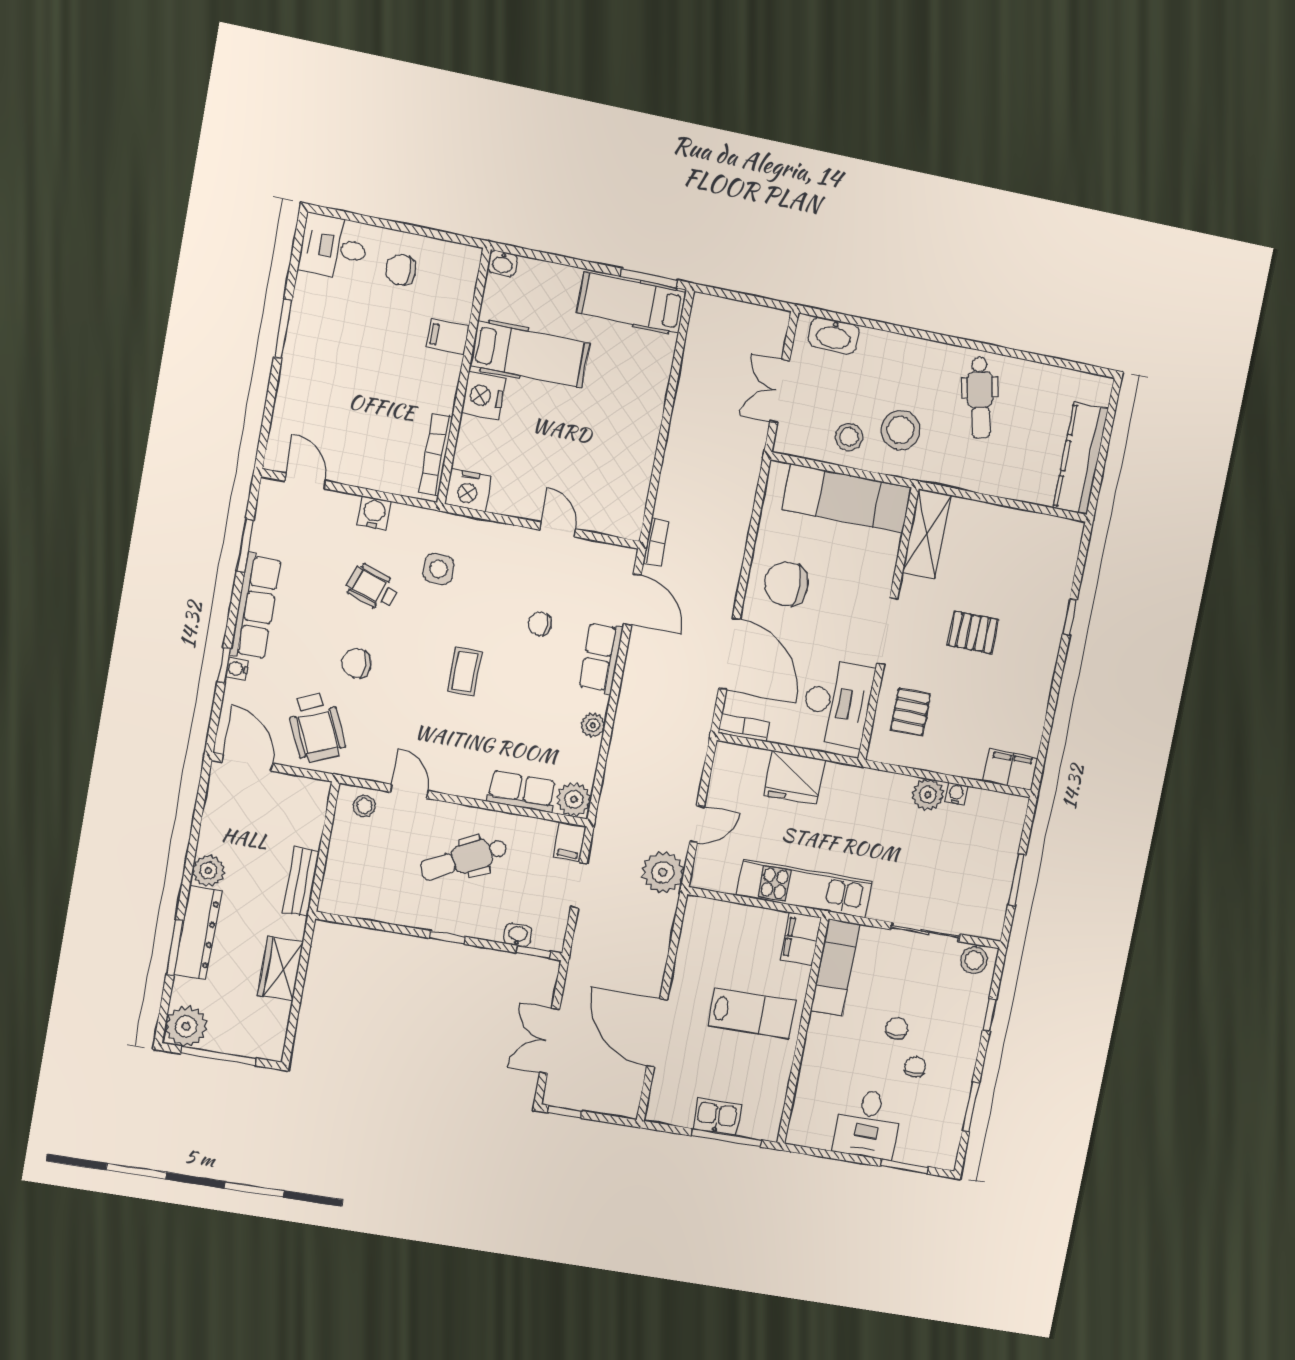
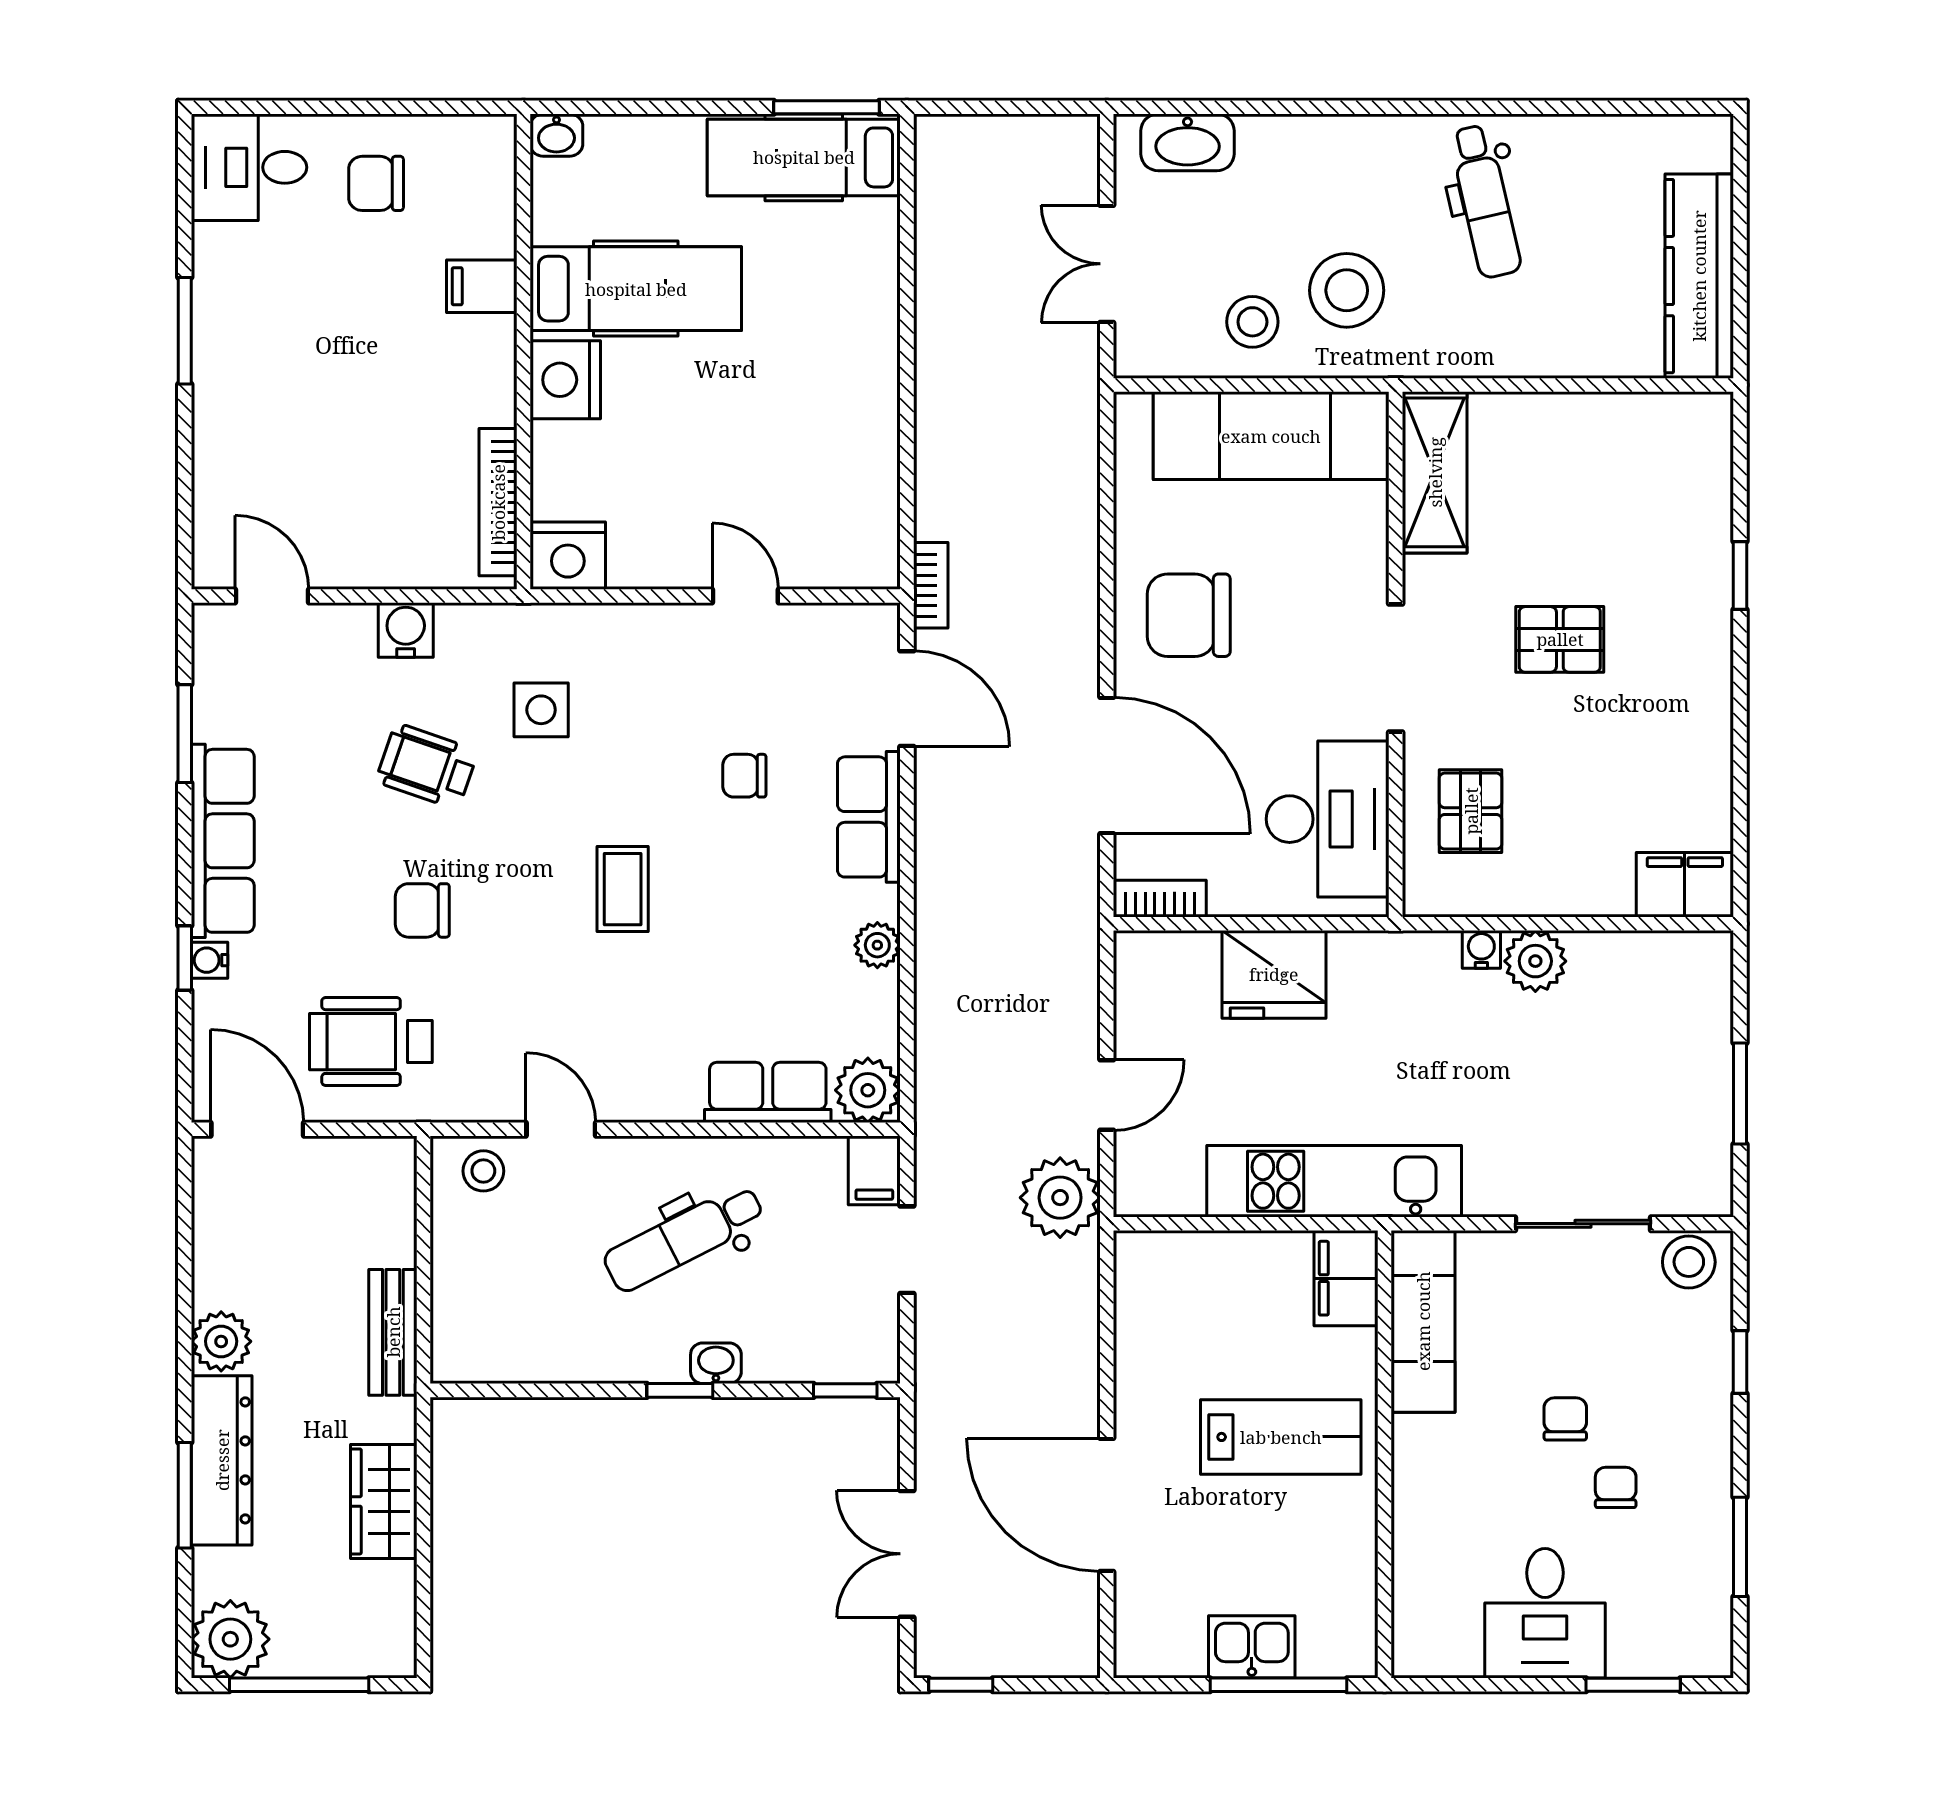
wheelchair: (316, 727) -> (371, 1042), turned 114
water cooler: (956, 794) -> (1481, 949), moved
washbasin: (518, 935) -> (716, 1363), moved

